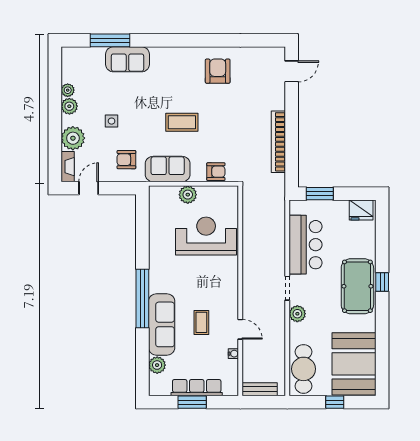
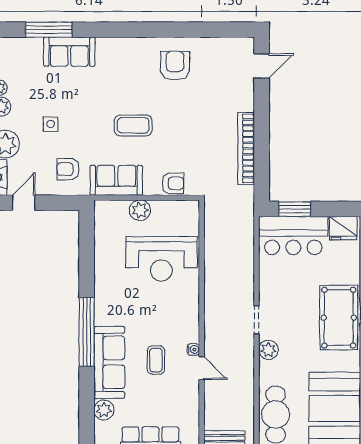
reception desk: (206, 236) -> (161, 259), turned 180
bar counter: (305, 245) -> (293, 236), moved, turned 90
water cooler: (233, 354) -> (193, 349), moved

